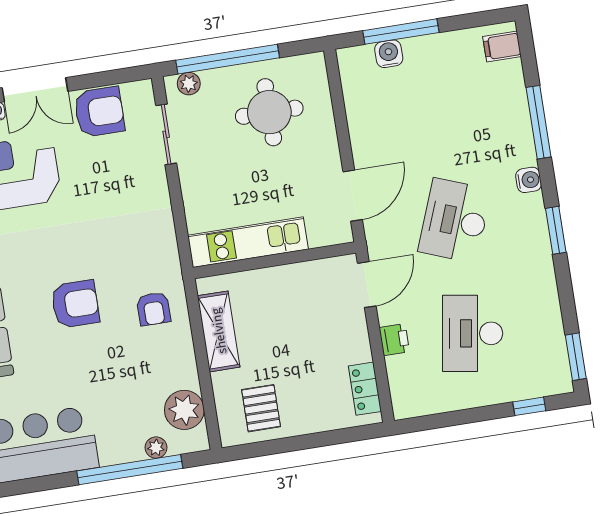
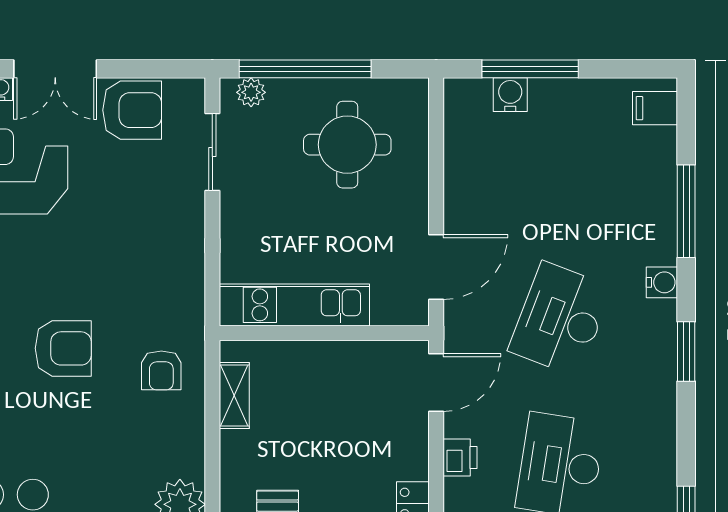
shelving: (219, 331) -> (234, 395), width x0.67, depth x0.75

